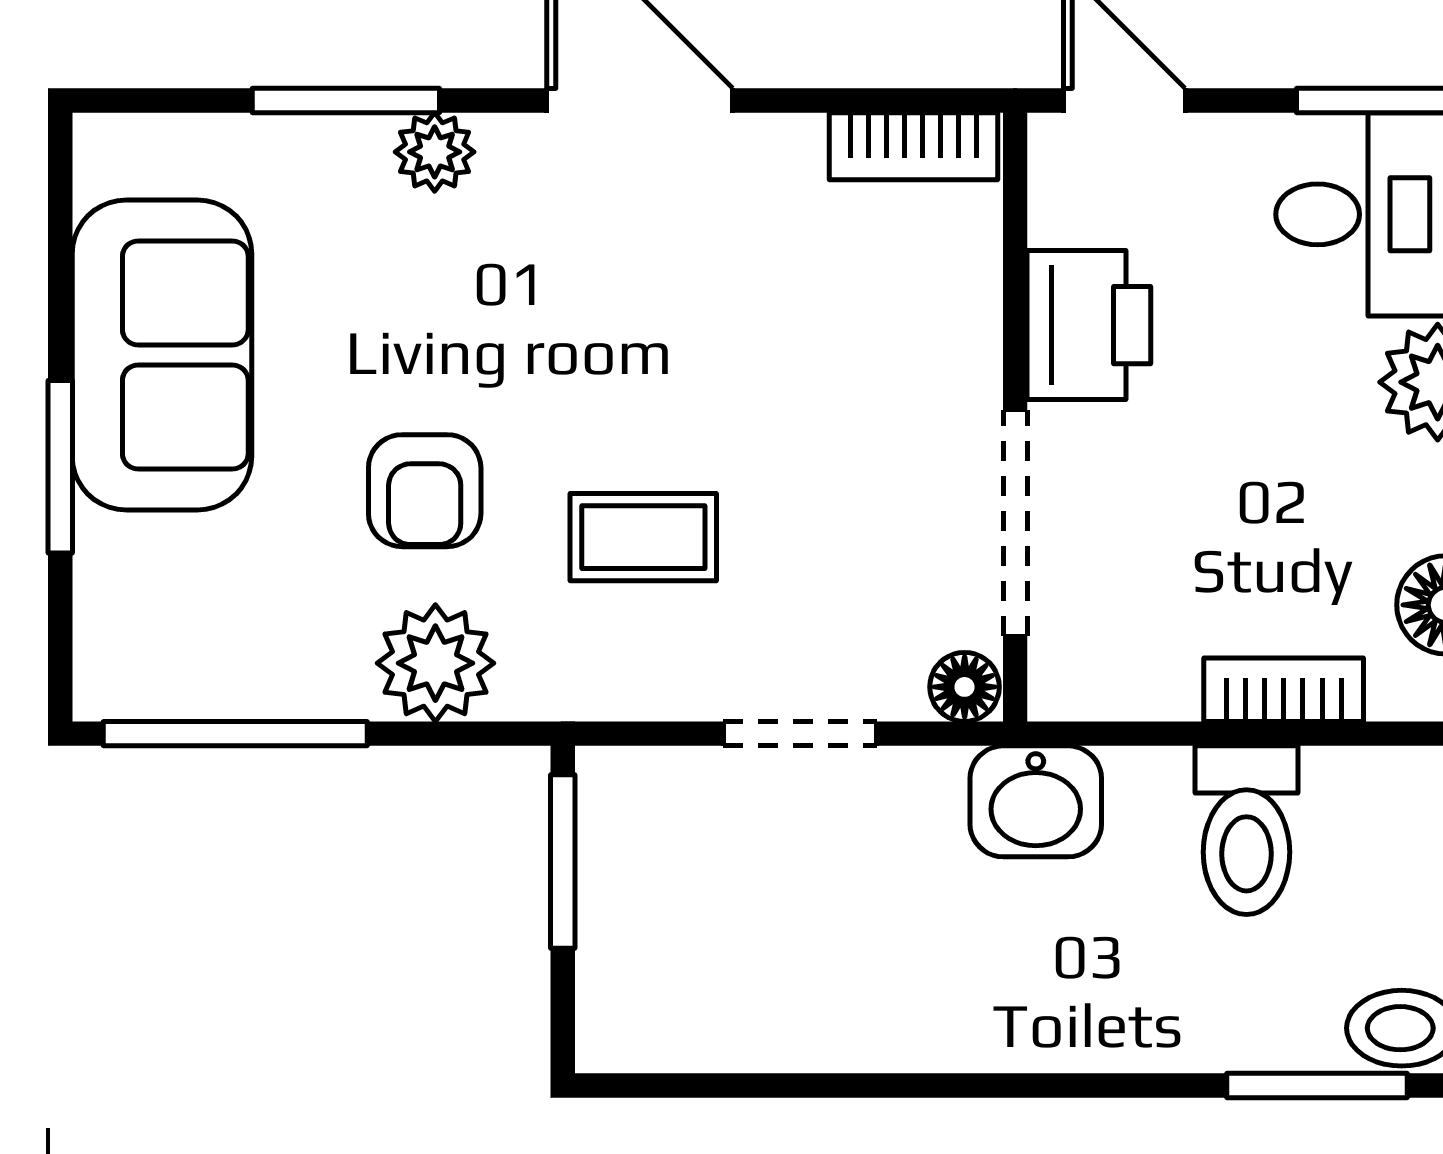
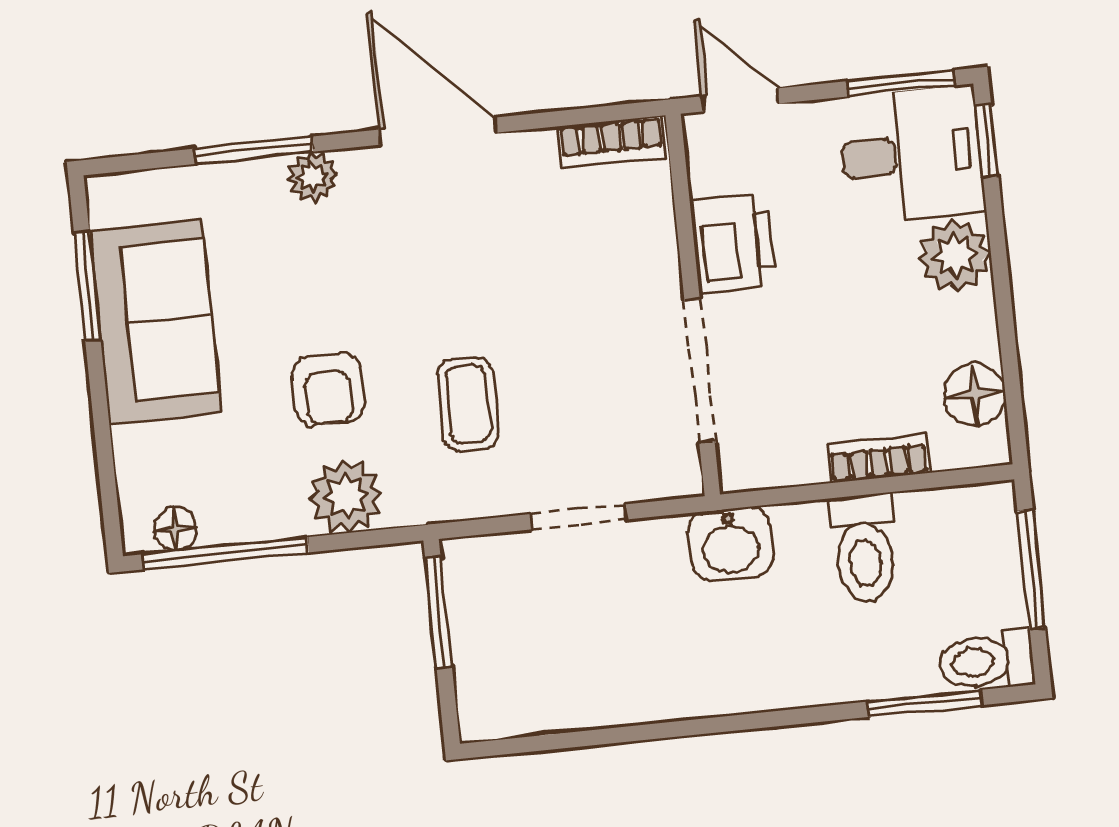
window: (60, 467) -> (87, 286), moved
coffee table: (643, 537) -> (468, 404), turned 90
floor lamp: (965, 687) -> (175, 529), moved

